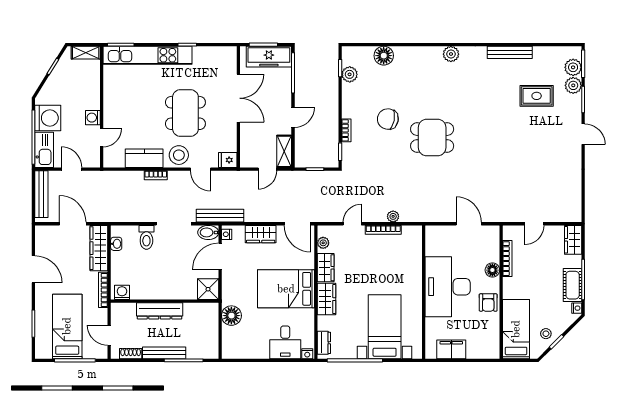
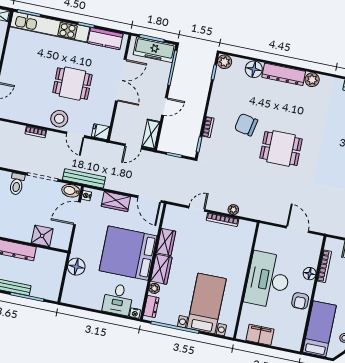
dresser: (418, 55) -> (284, 74), added
plant: (350, 74) -> (225, 62), moved
dining table: (185, 113) -> (72, 84), width x0.73
kitchen counter: (144, 158) -> (105, 39), moved, turned 180
plant: (323, 243) -> (154, 288), moved
shower: (208, 289) -> (42, 236), moved
bed: (286, 289) -> (128, 253), width x1.36

